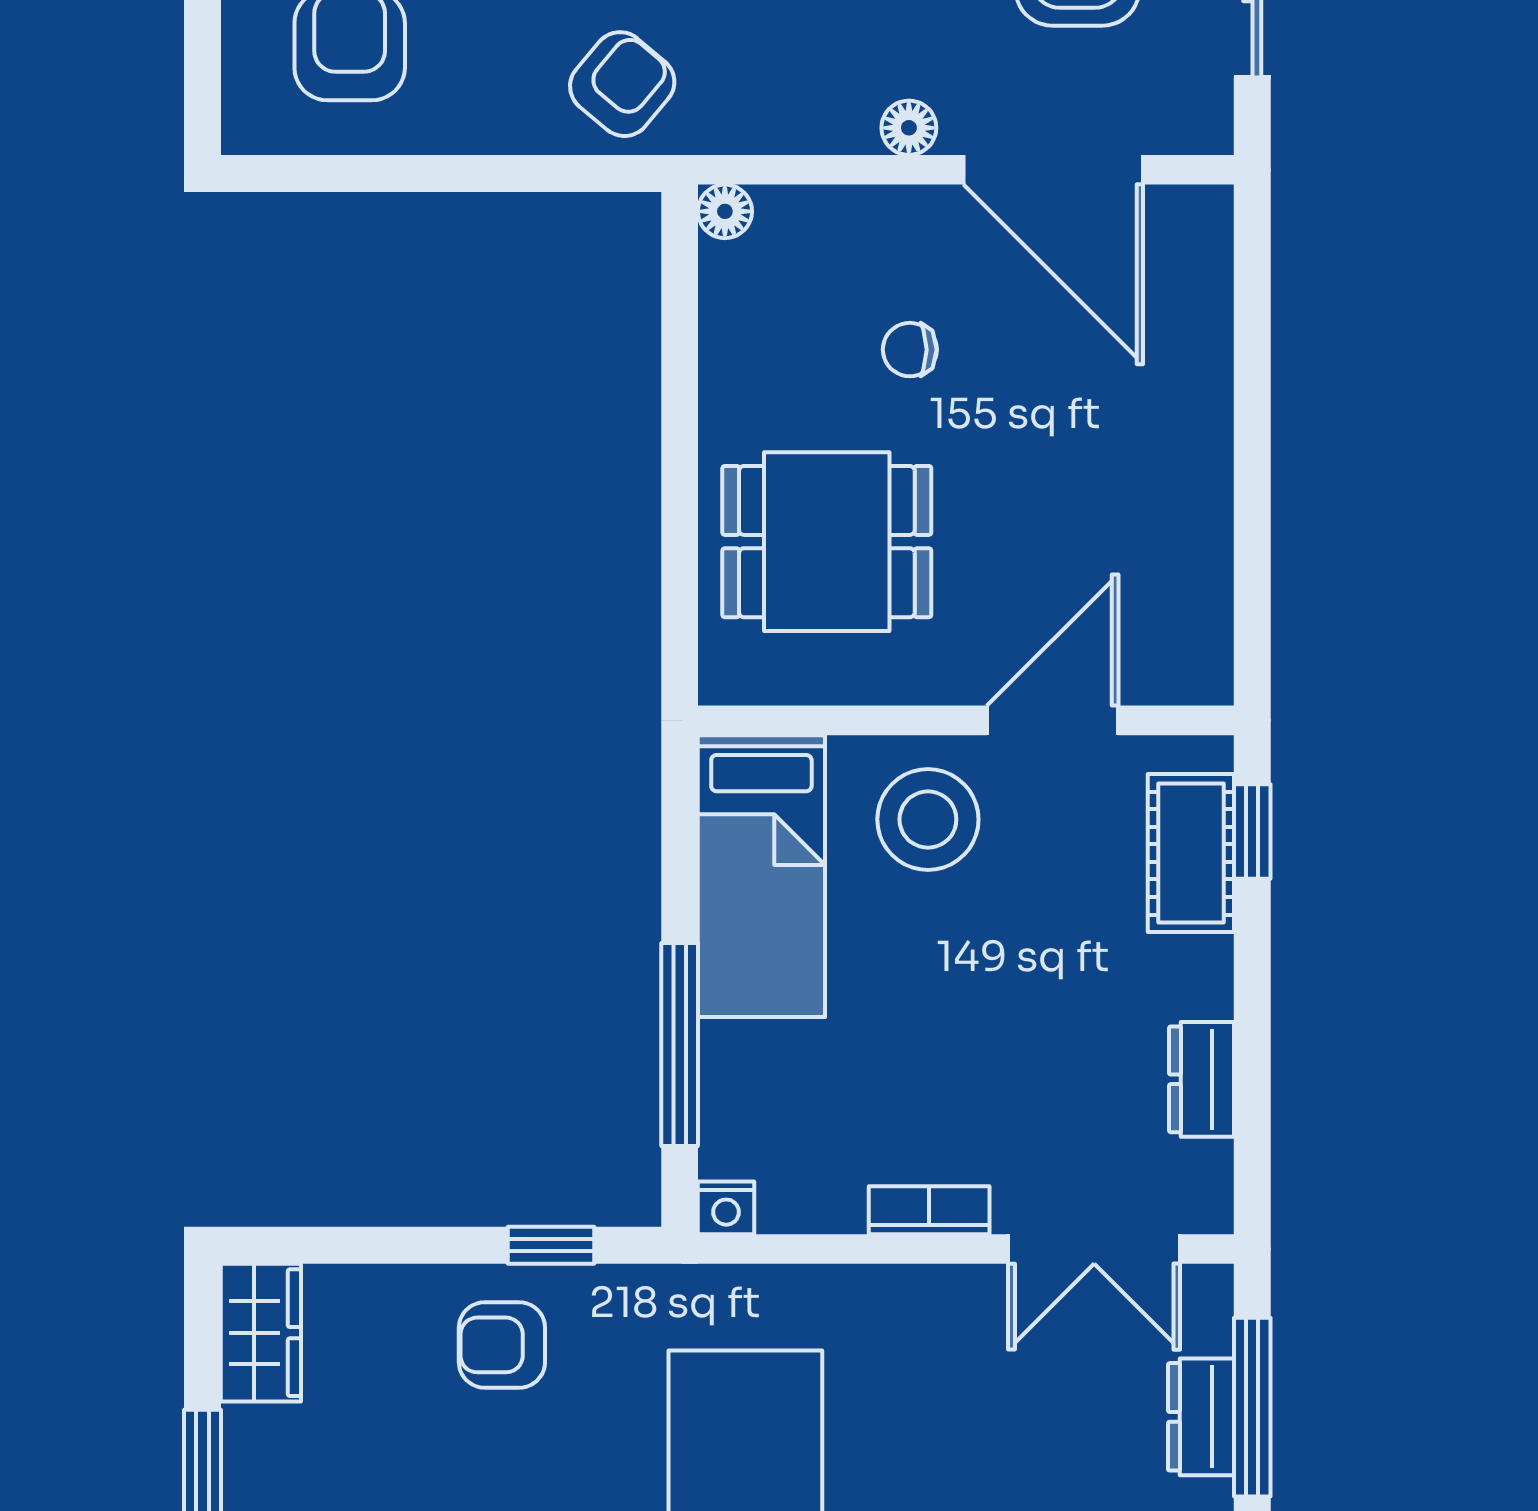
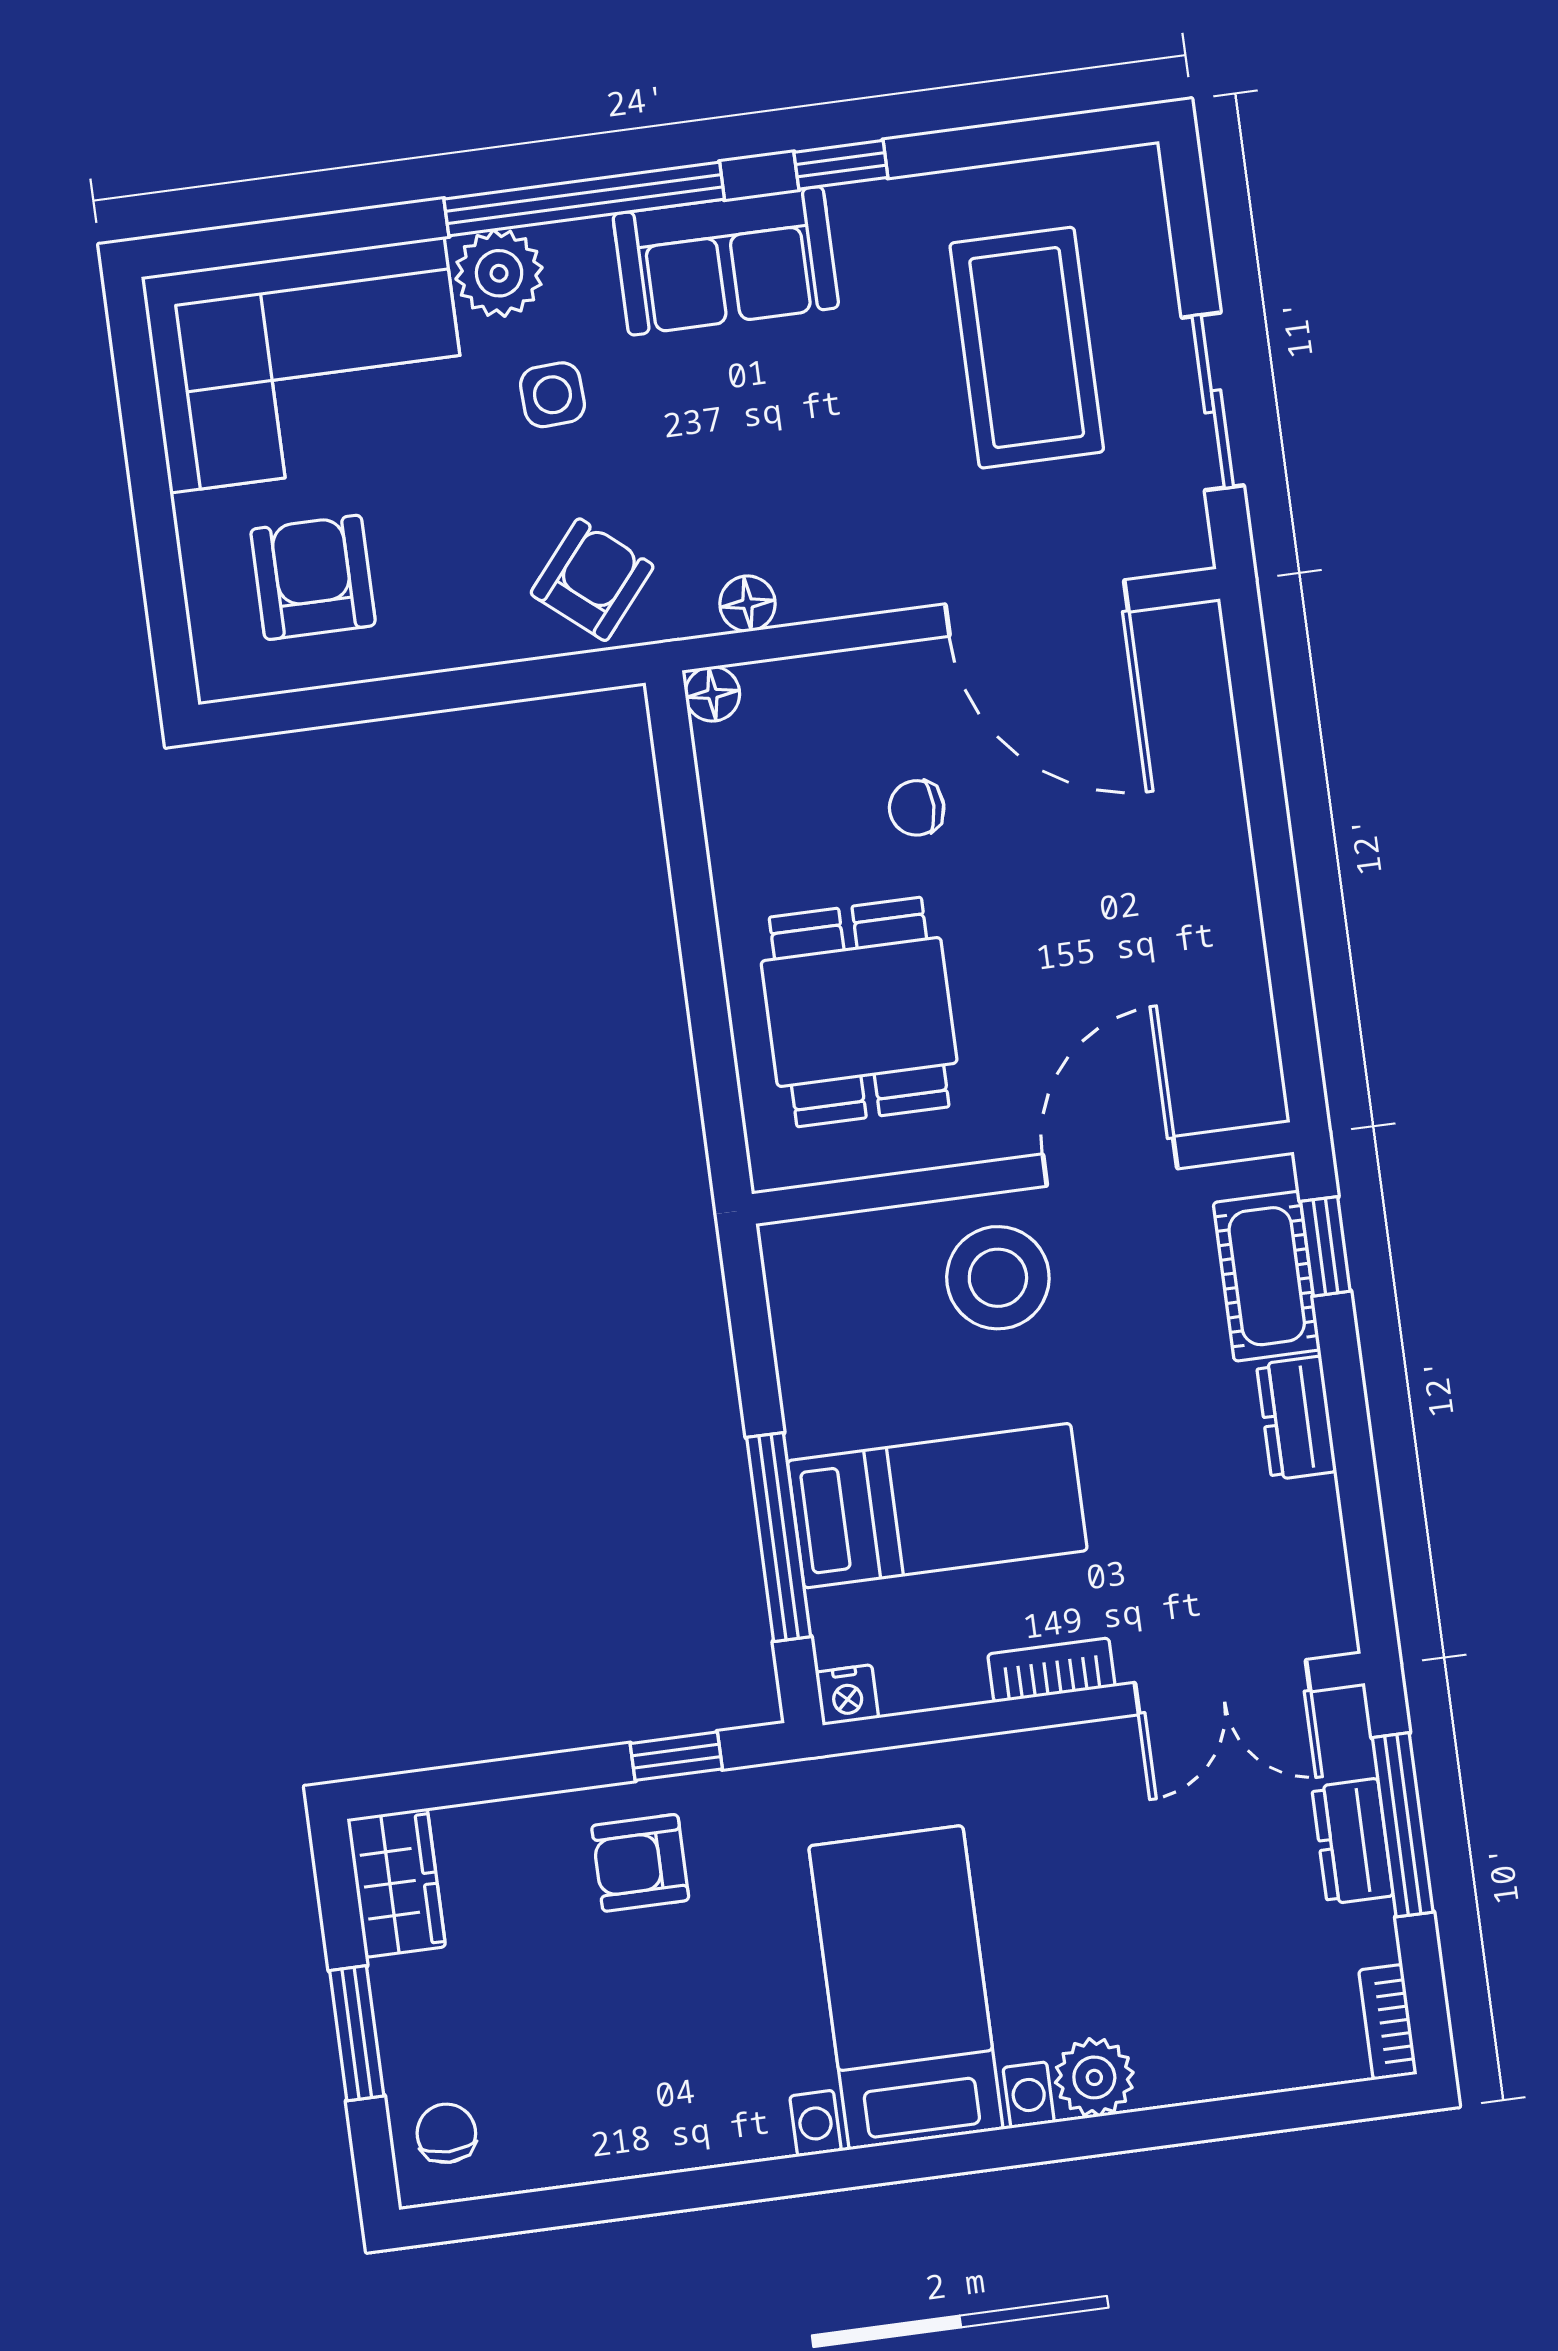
floor lamp: (909, 128) -> (748, 604), moved
dining table: (827, 542) -> (859, 1012), turned 90
bed: (761, 876) -> (937, 1506), moved, turned -90
dresser: (1202, 1079) -> (1296, 1418), moved

